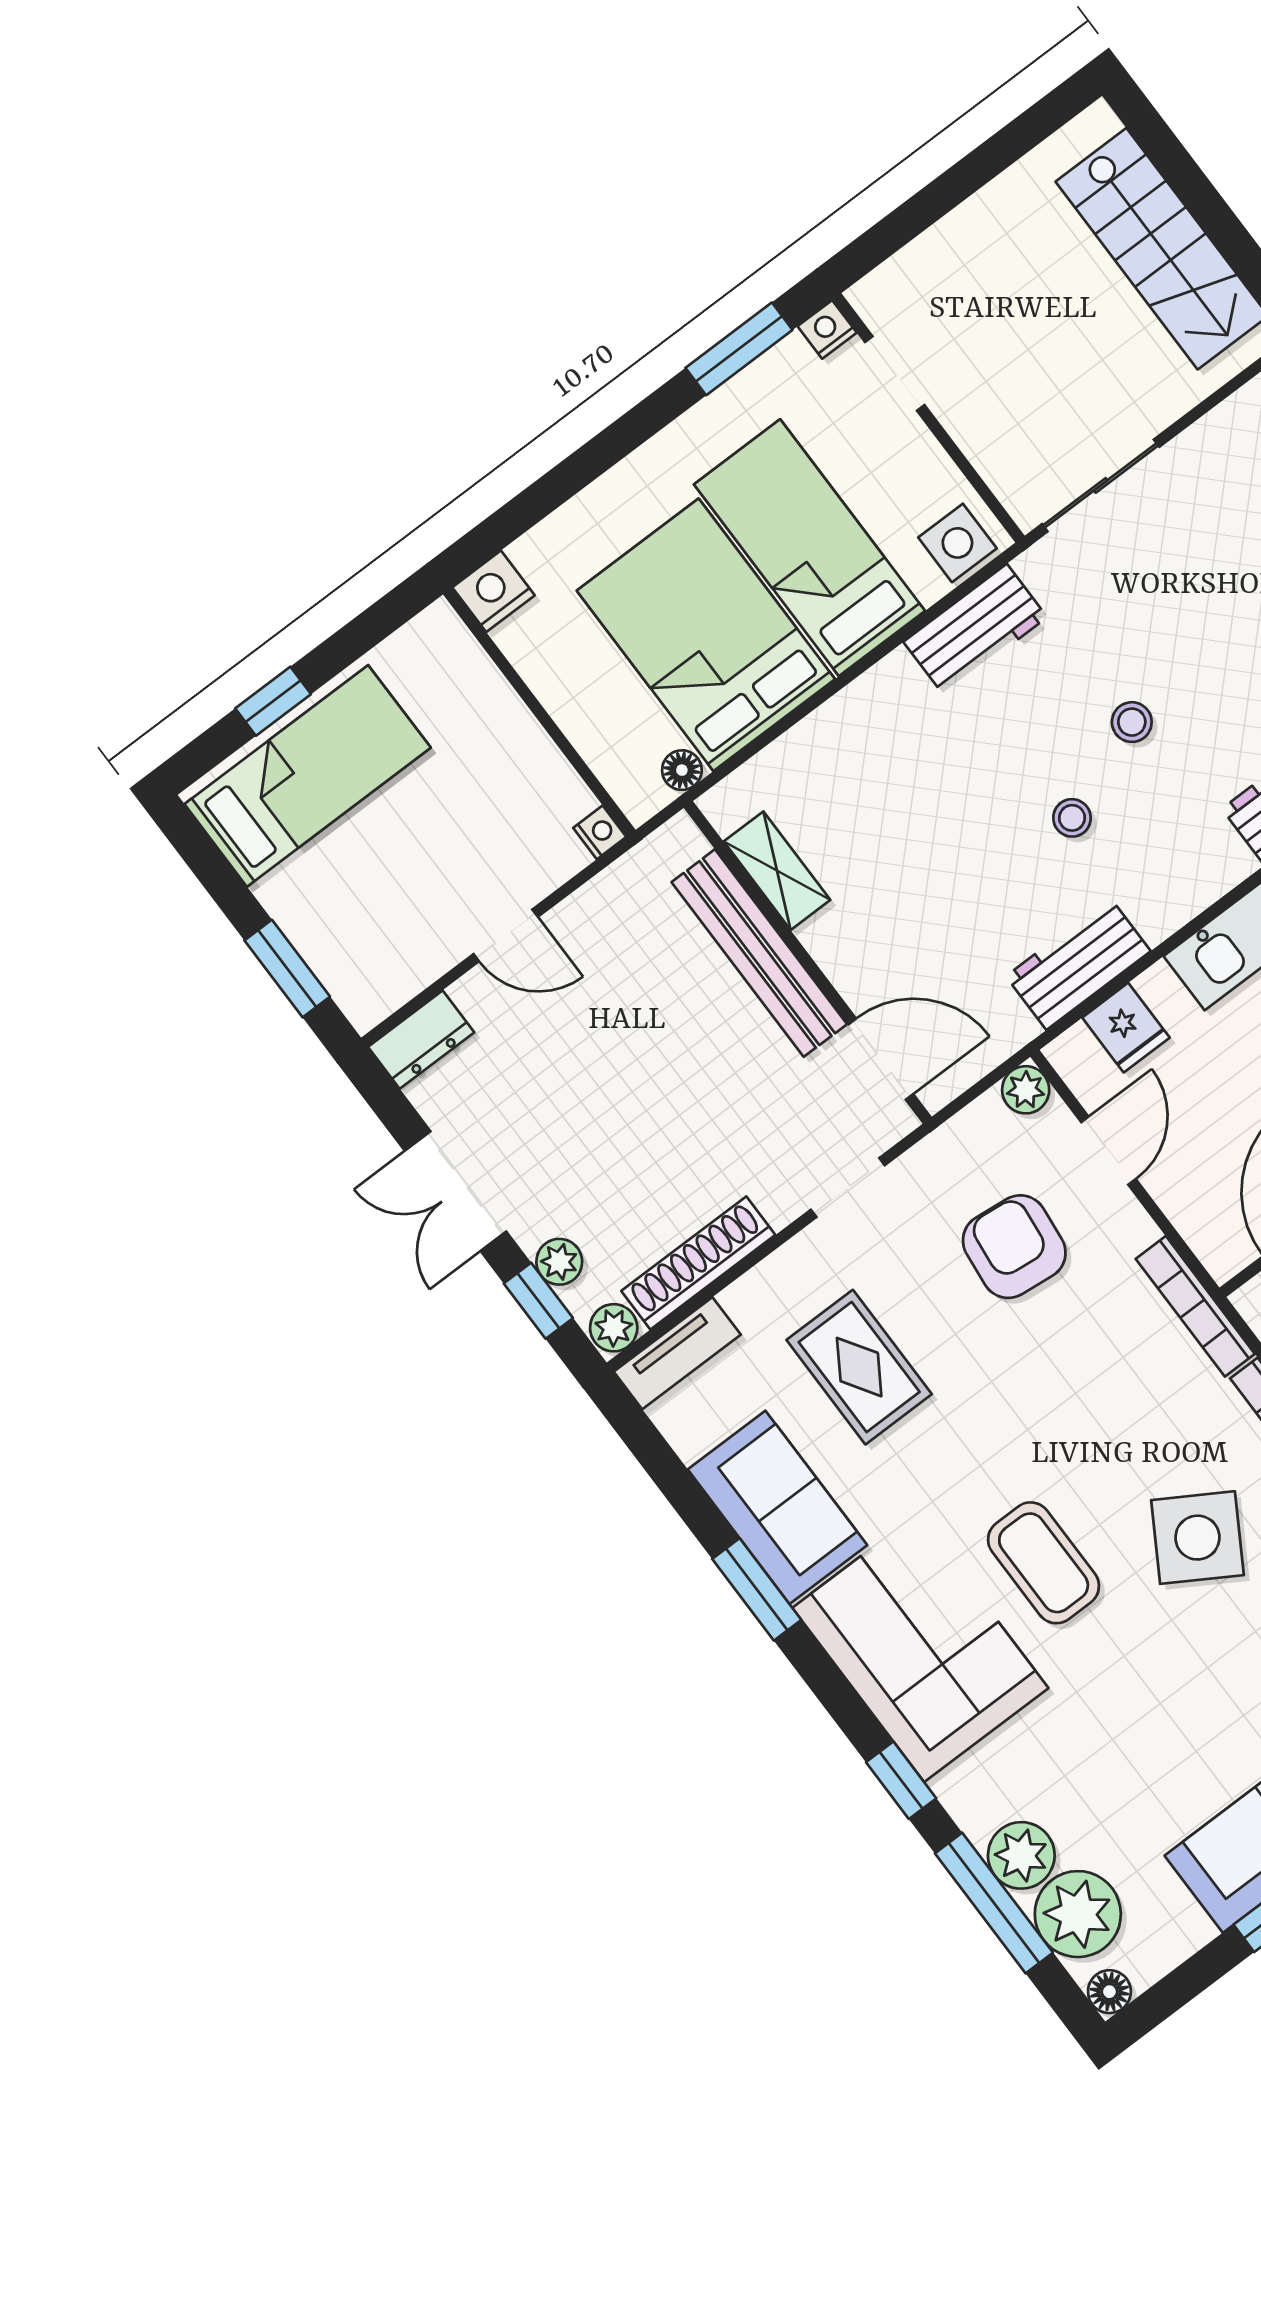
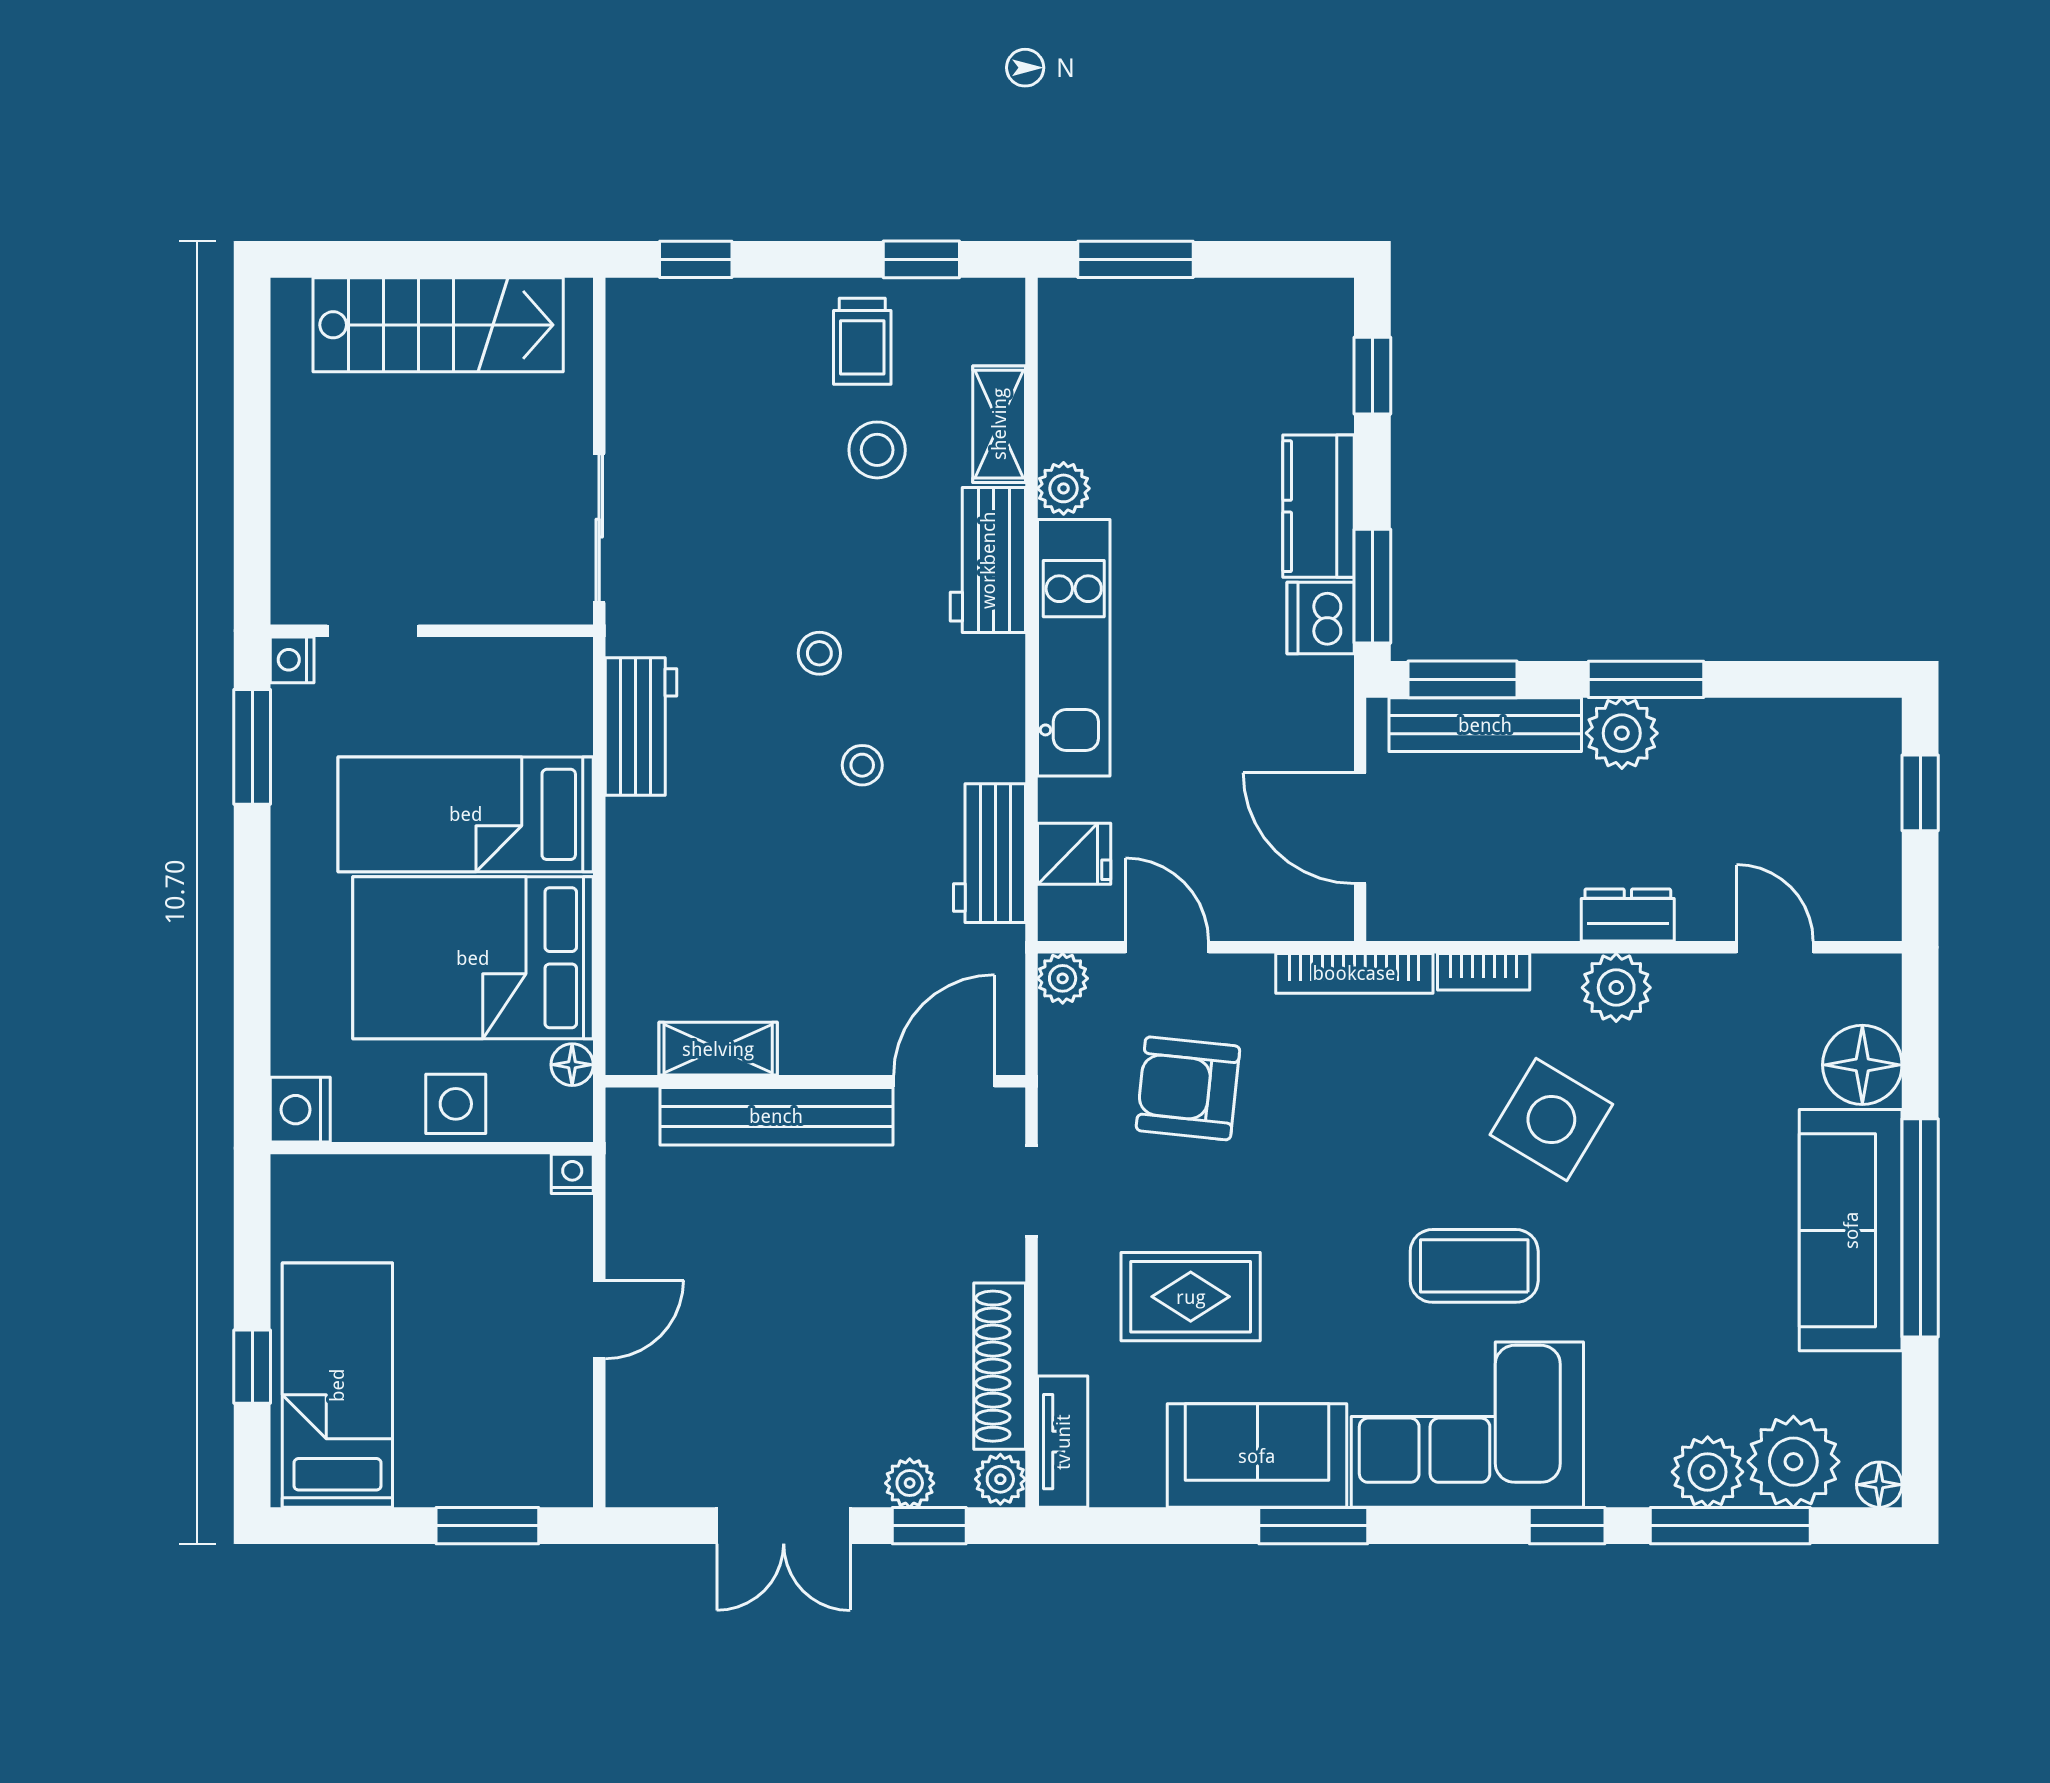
side table: (957, 543) -> (456, 1104), moved
dresser: (421, 1040) -> (633, 1458), removed

